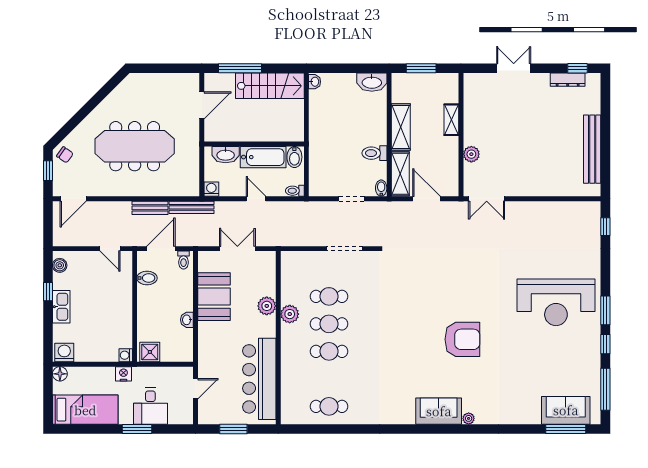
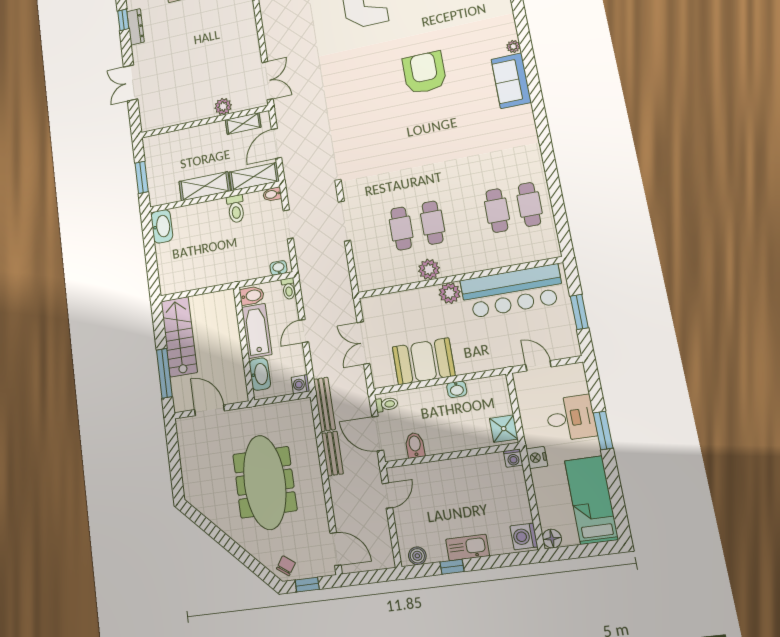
washbasin: (315, 82) -> (278, 268), moved
shelving: (451, 120) -> (243, 124), moved
plant: (267, 306) -> (450, 293), moved
cafe table: (329, 351) -> (497, 211), moved

